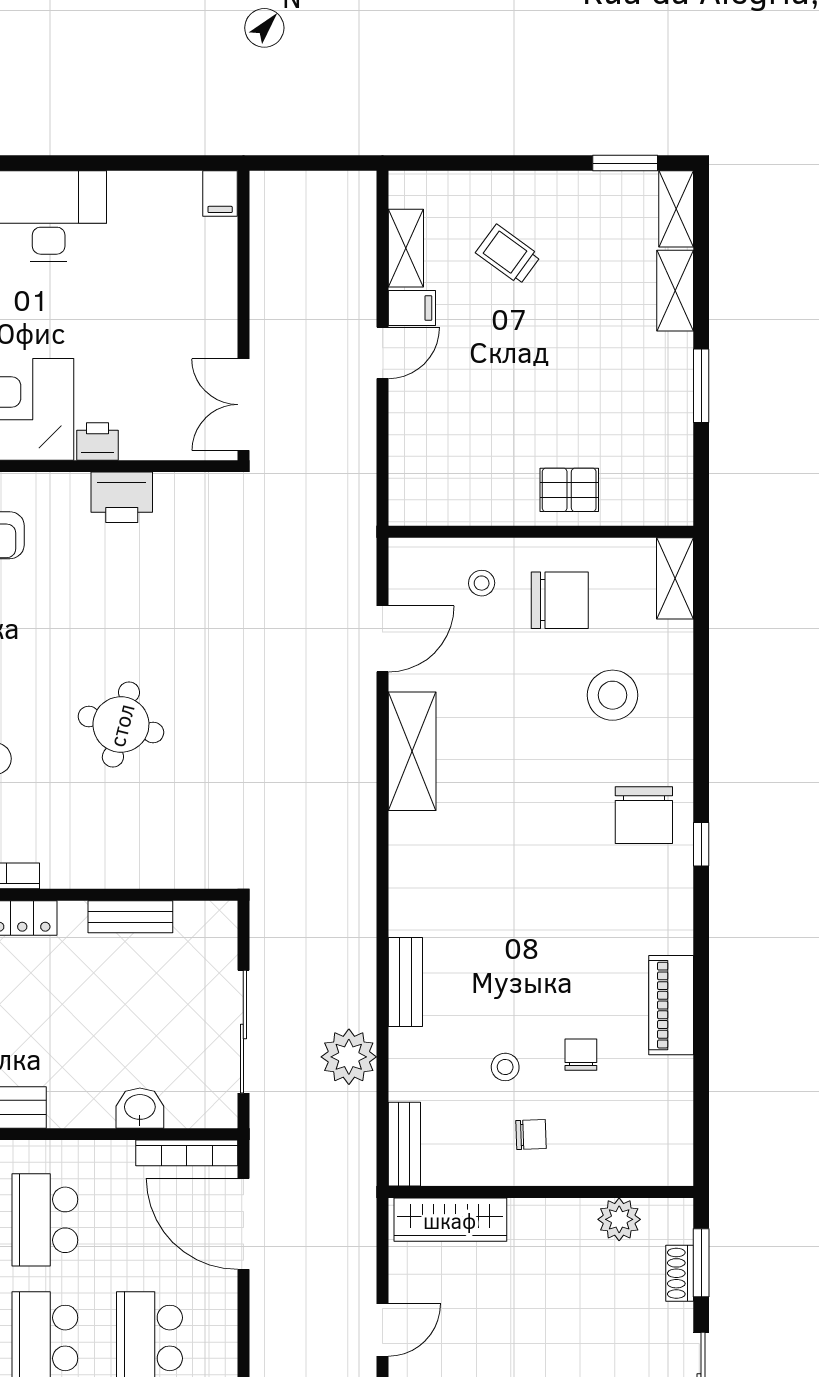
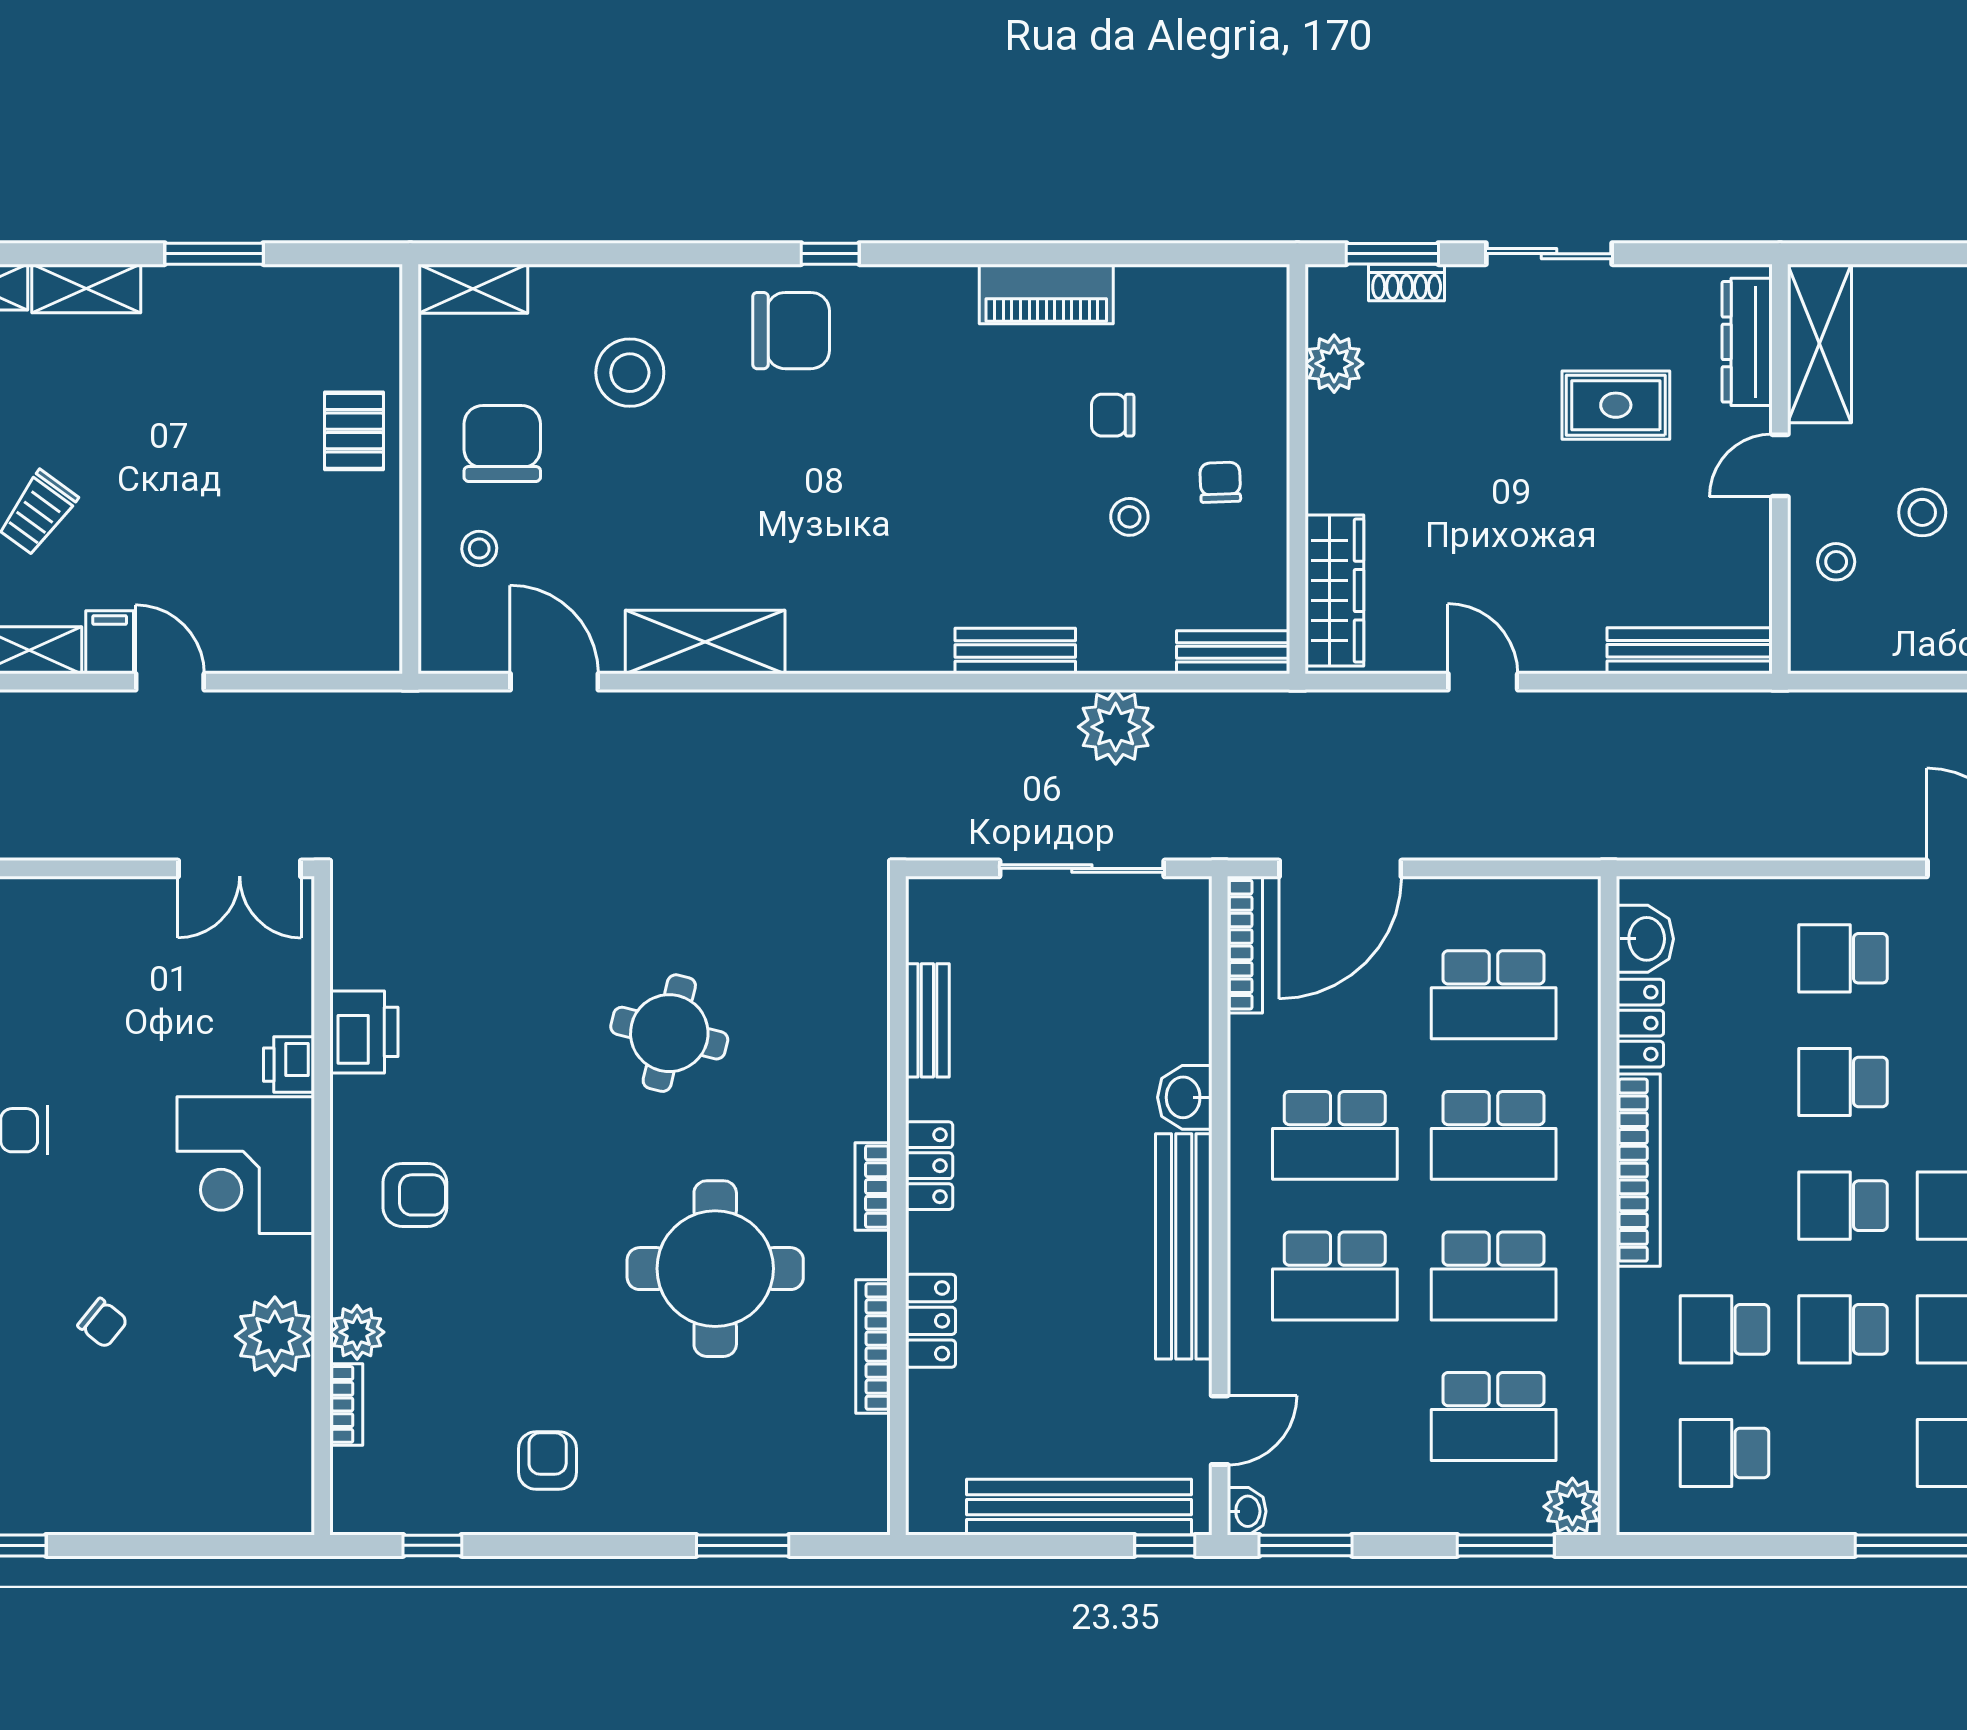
washbasin: (140, 1108) -> (1185, 1097), moved

